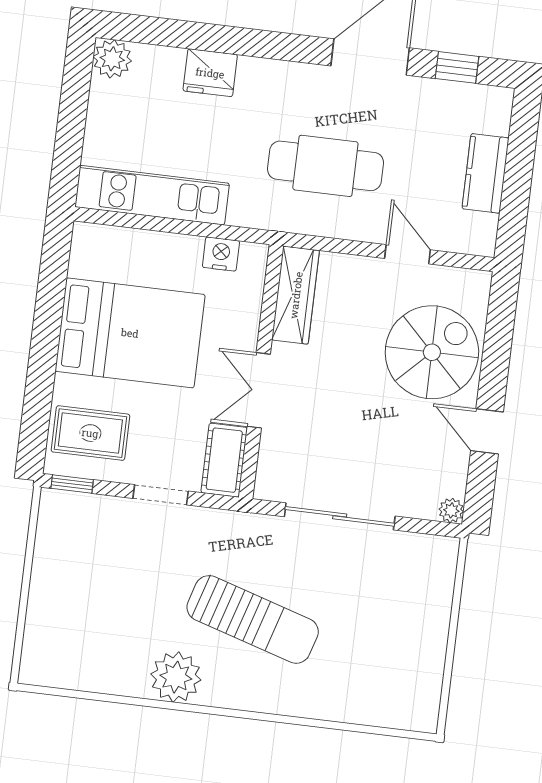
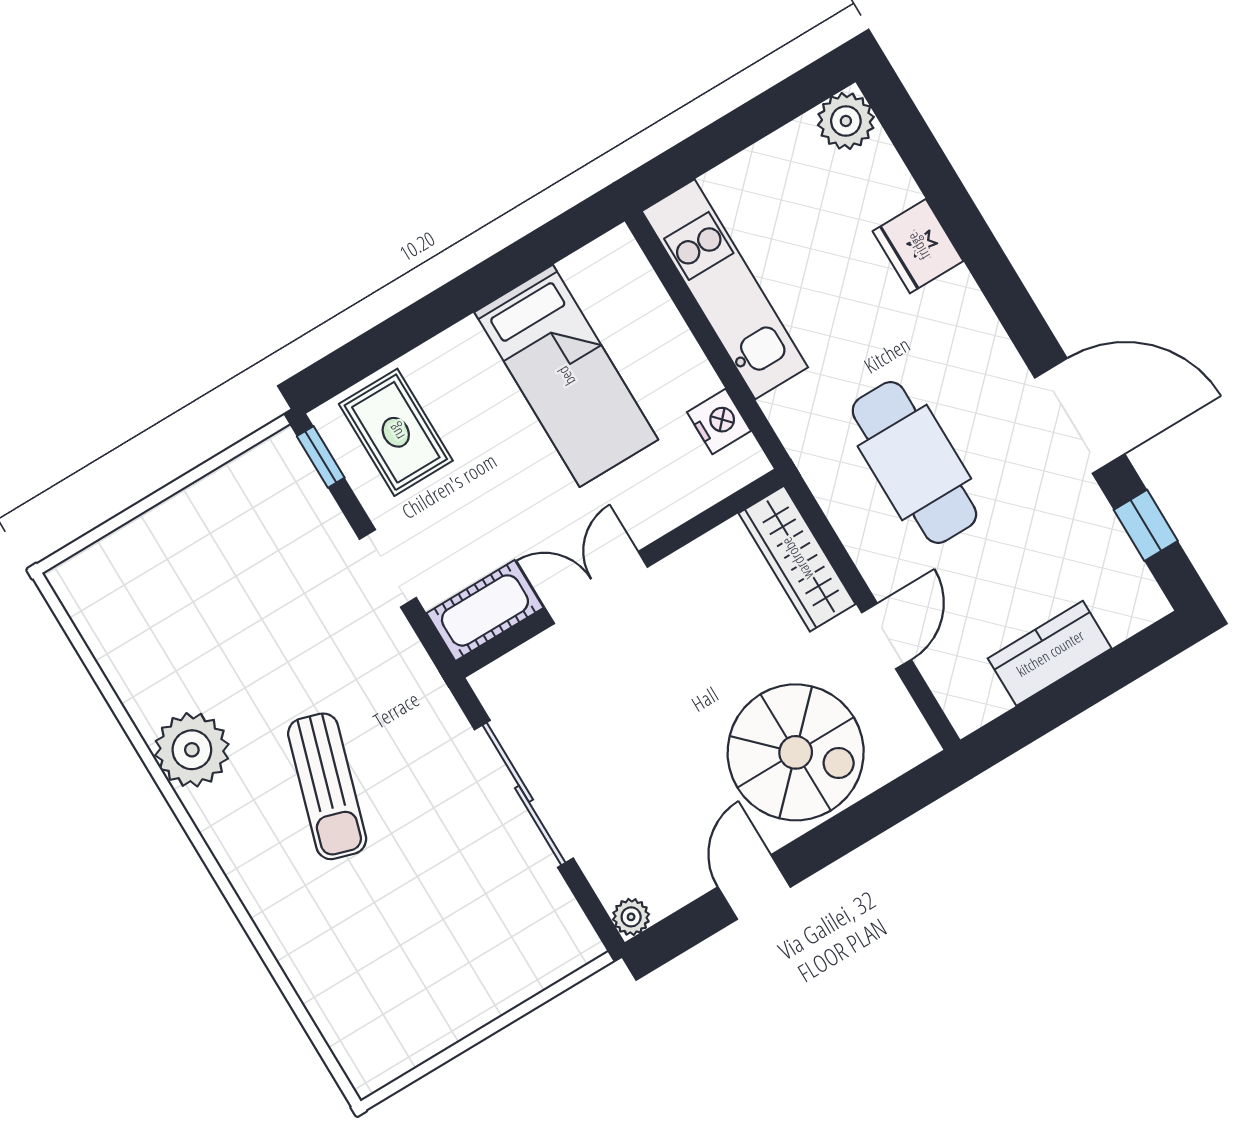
wardrobe: (296, 295) -> (797, 559), moved, turned 90
bed: (130, 333) -> (566, 376), width x0.67
sun lounger: (253, 619) -> (327, 786), width x0.73, depth x0.75

